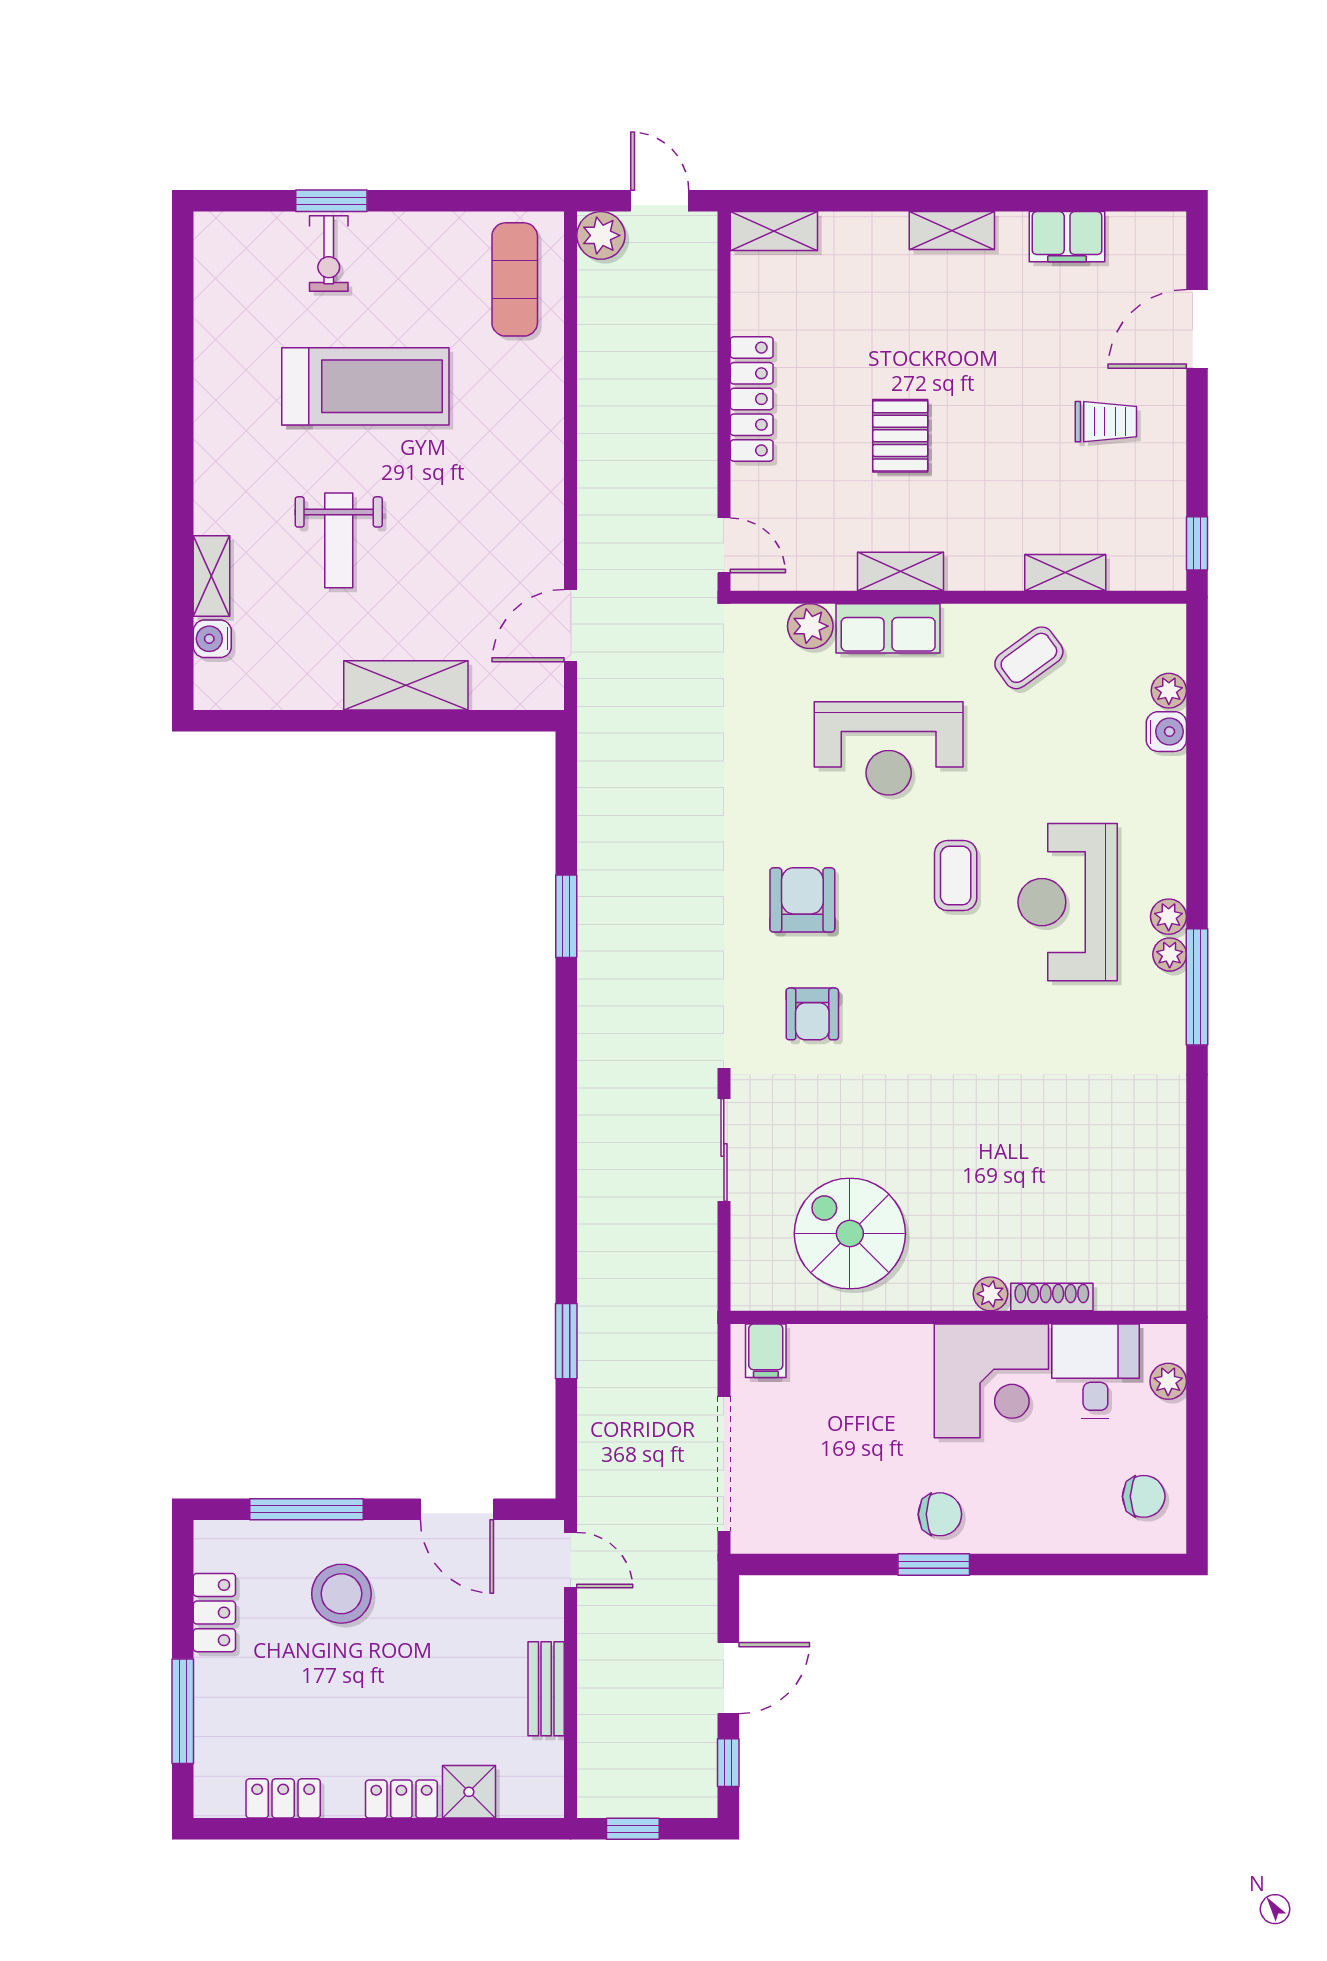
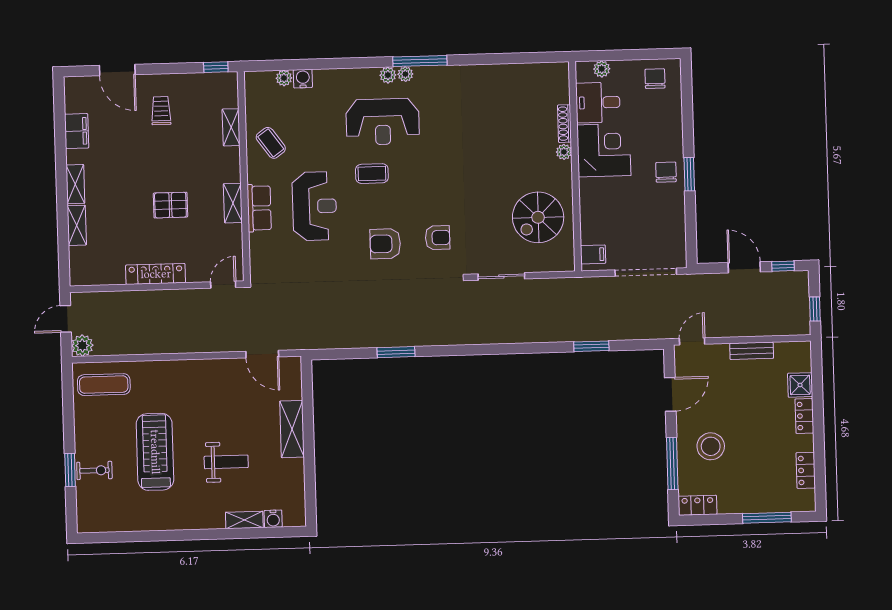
shelving: (774, 231) -> (77, 225), moved
plant: (810, 626) -> (259, 244), removed
locker: (214, 1613) -> (697, 505), moved

